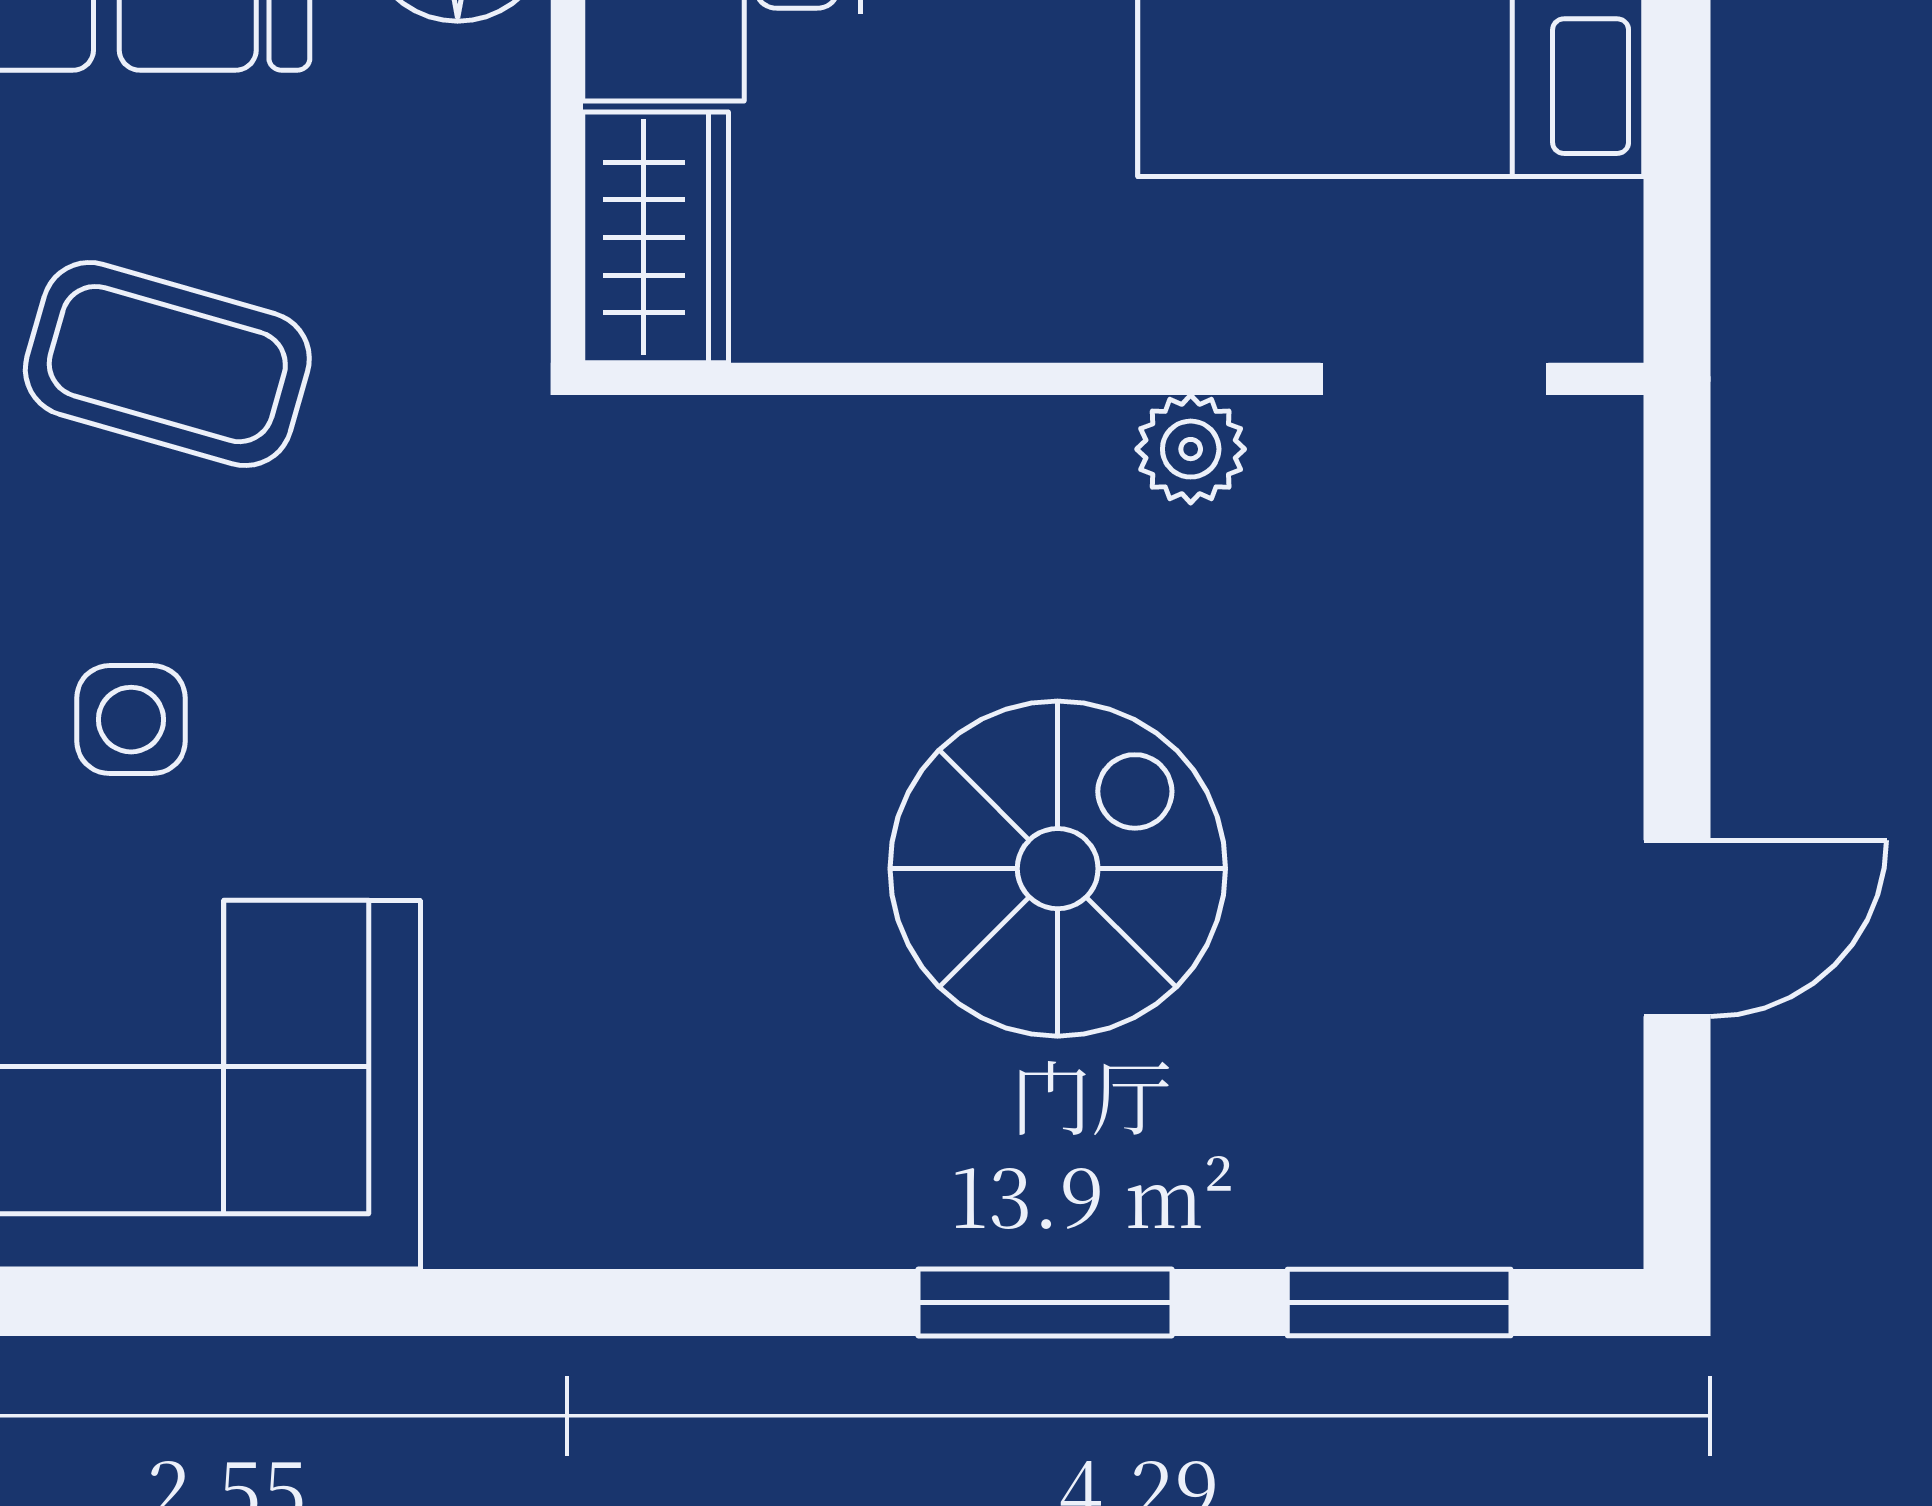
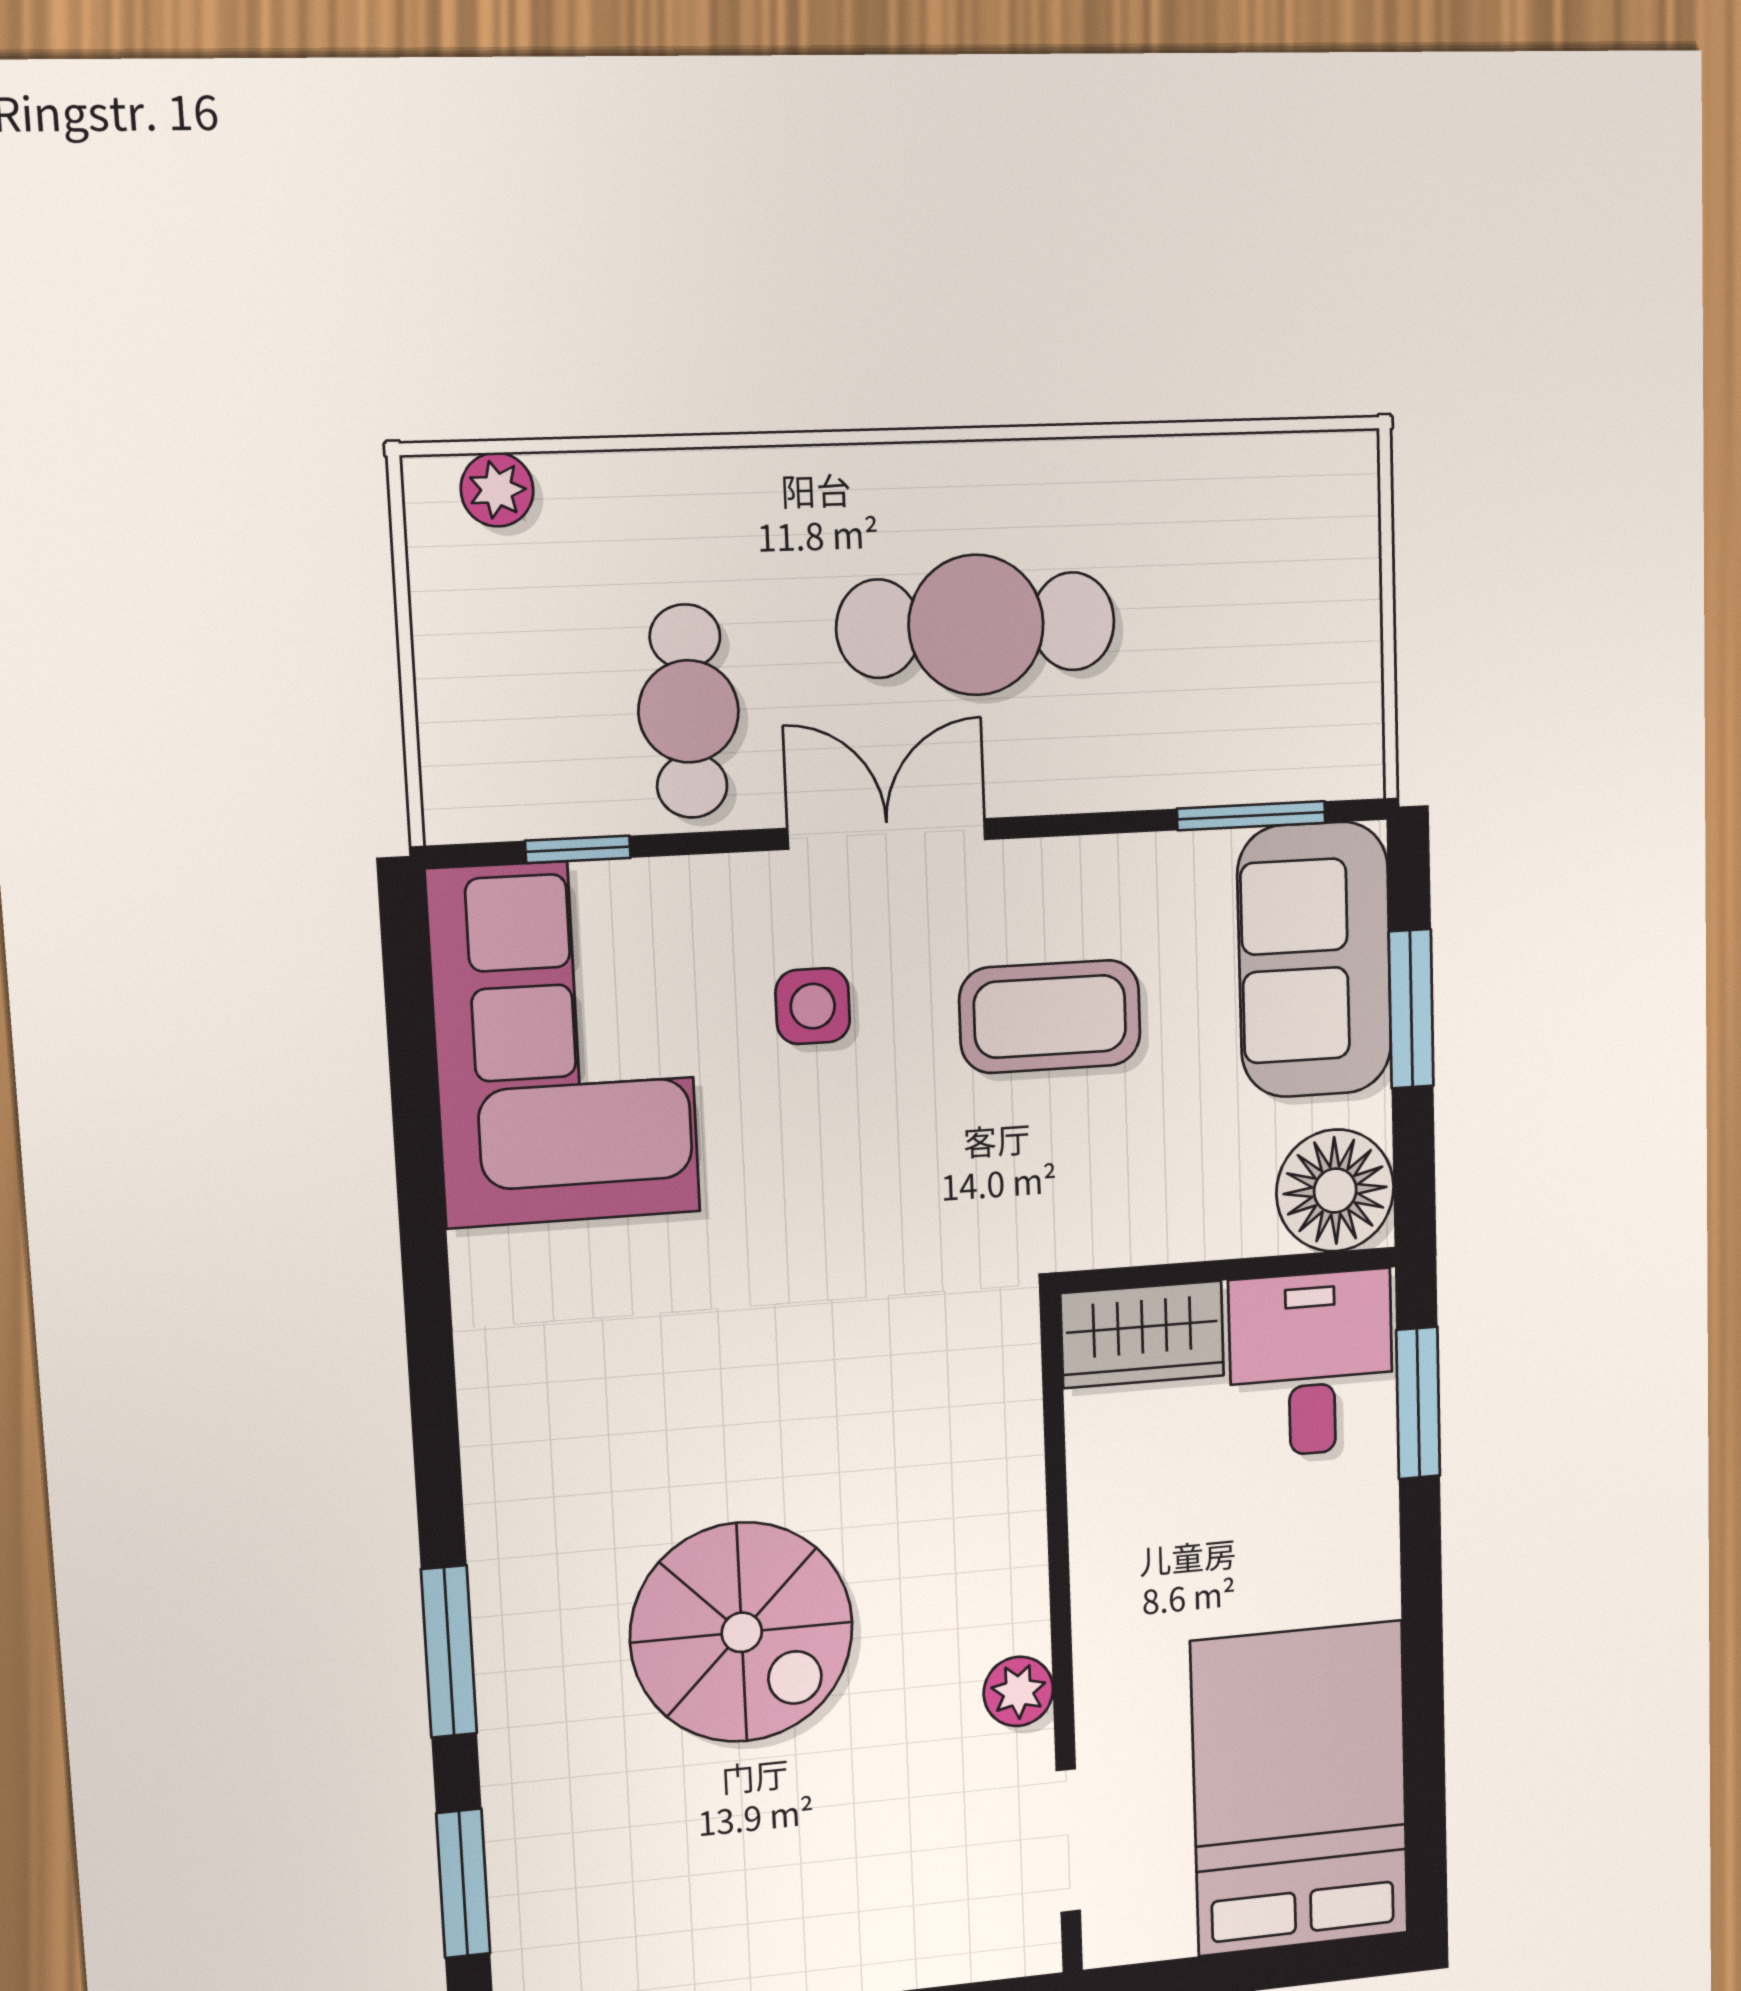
coffee table: (167, 364) -> (1050, 1017), turned 74

